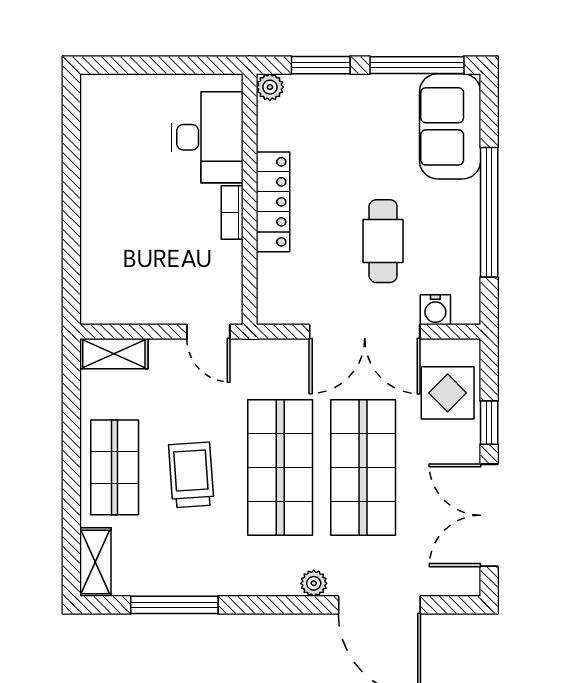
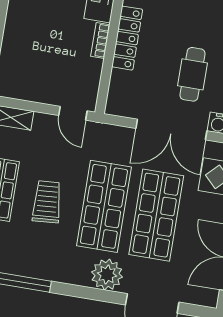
plant: (314, 583) -> (107, 275), width x1.88, depth x1.88

